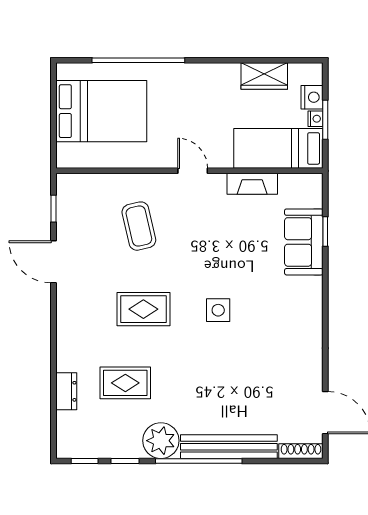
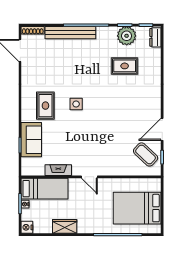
wardrobe: (264, 76) -> (65, 226), moved
nightstand: (312, 97) -> (27, 227), moved
coffee table: (139, 226) -> (146, 154), moved, turned -34
door: (53, 262) -> (162, 129), swing flipped
rug: (143, 309) -> (45, 106), moved, turned 90
dresser: (66, 391) -> (155, 37), moved
plant: (161, 441) -> (127, 36), moved

